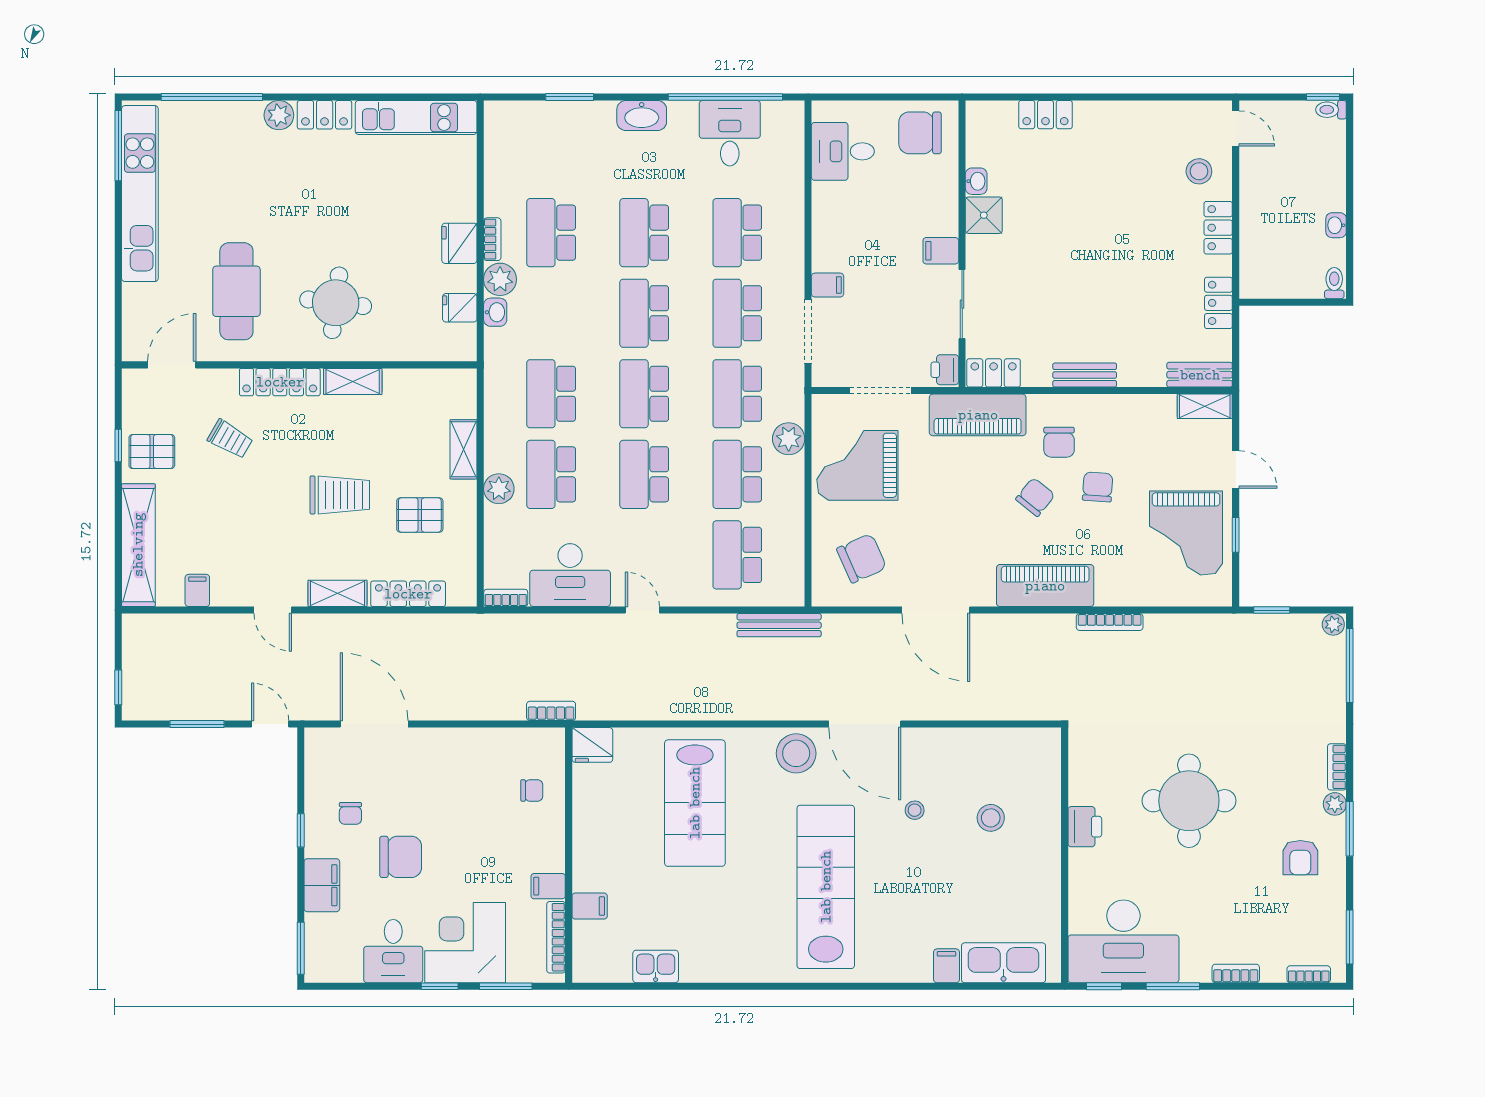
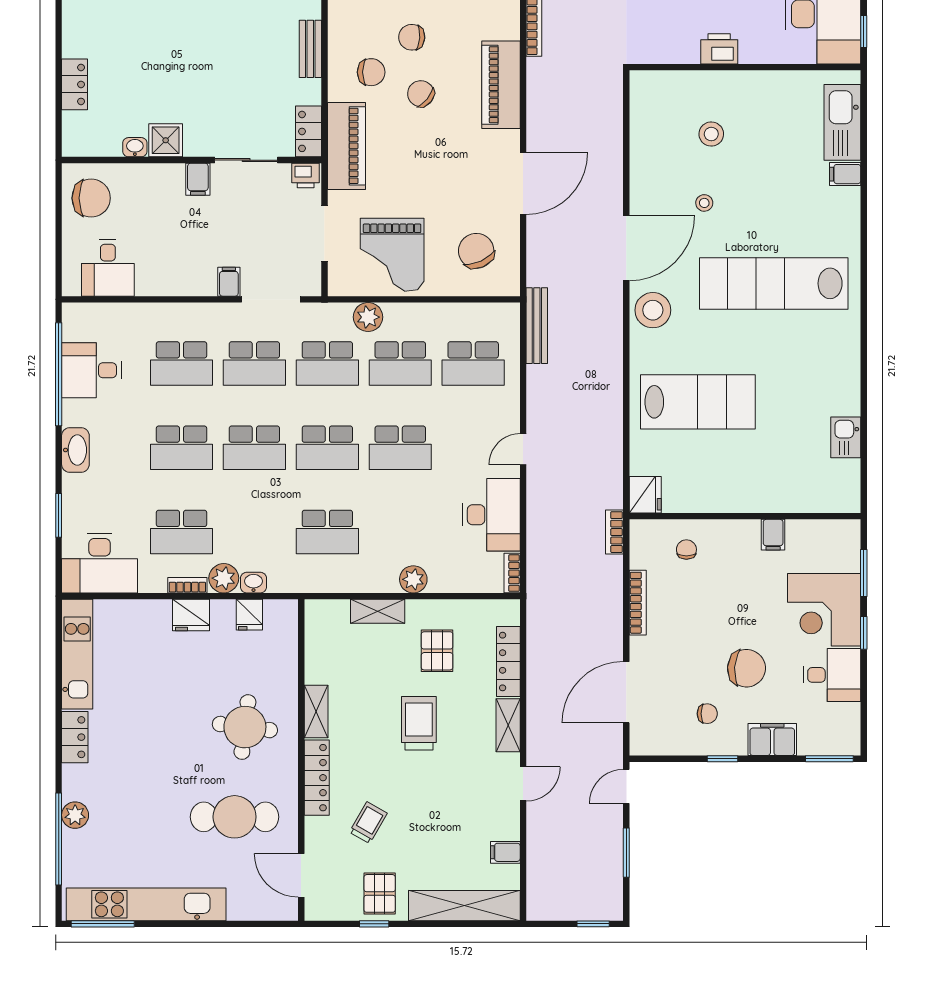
plant: (279, 115) -> (75, 815), moved
chair: (920, 133) -> (91, 198), turned -90
desk: (517, 142) -> (100, 563), added
school desk: (551, 474) -> (400, 532), removed
chair: (401, 857) -> (747, 668), turned 94
filing cabinet: (590, 906) -> (791, 497), removed
bookcase: (556, 937) -> (638, 603), moved, turned -90

